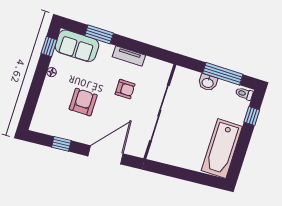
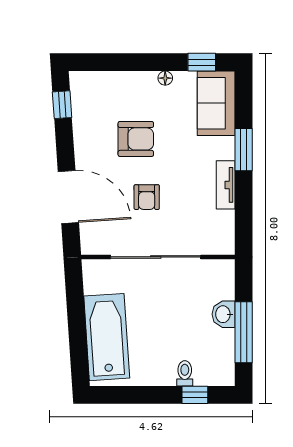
window: (99, 34) -> (244, 150), moved
armchair: (125, 89) -> (147, 197), moved
toilet: (244, 94) -> (185, 373), moved
window: (61, 144) -> (62, 105), moved
bathtub: (222, 148) -> (107, 337), moved, turned 86

